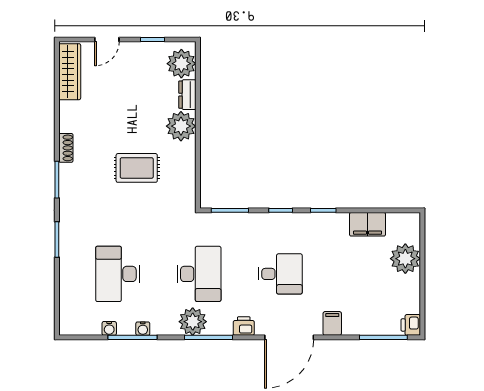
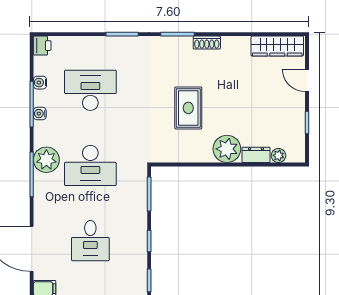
plant: (181, 64) -> (278, 155), width x0.53, depth x0.53
printer: (244, 326) -> (42, 46), moved

